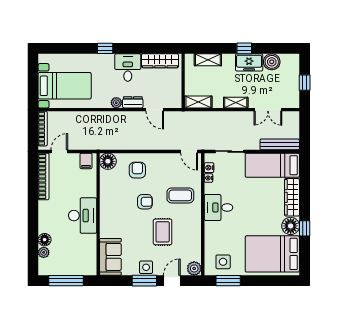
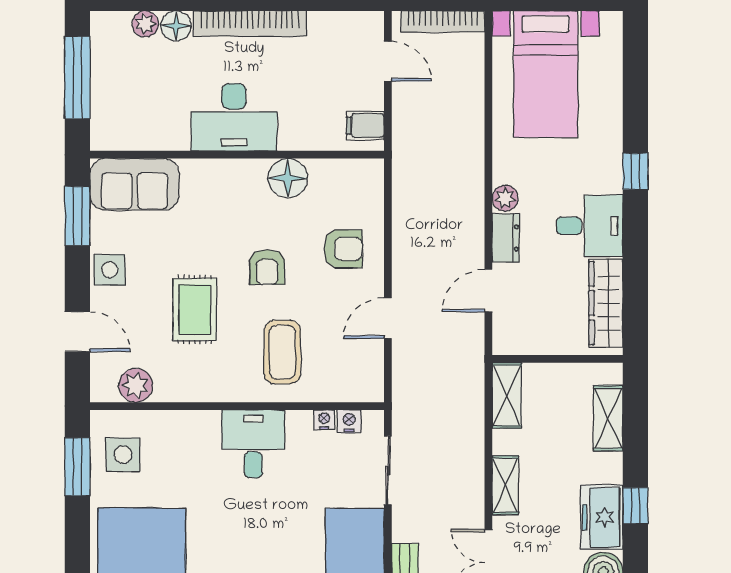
door: (189, 151) -> (388, 318), moved
floor lamp: (108, 161) -> (288, 178), moved
bookcase: (44, 176) -> (250, 24), moved
rug: (163, 232) -> (195, 309), turned 90
plant: (194, 268) -> (136, 385), moved
window: (144, 281) -> (77, 216), moved

